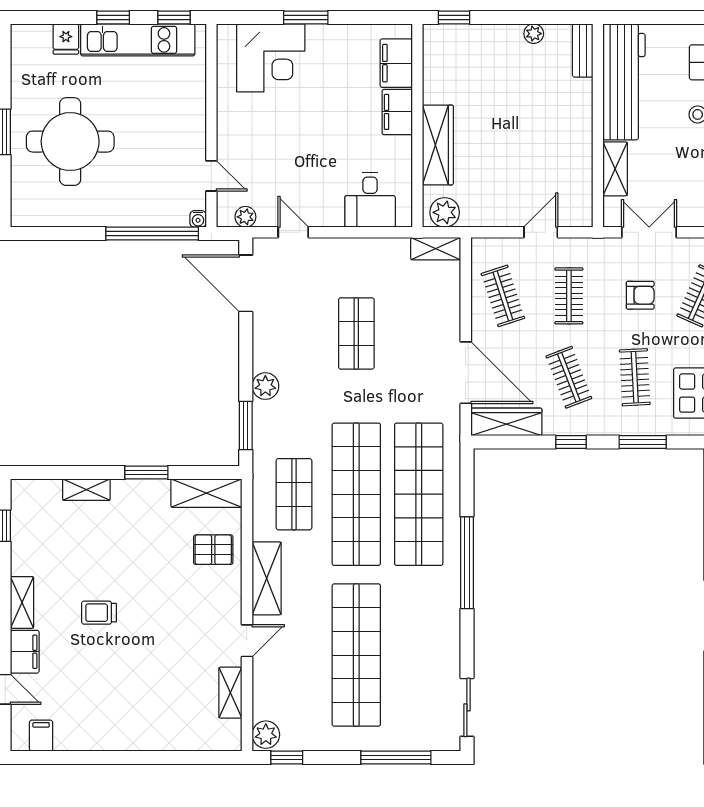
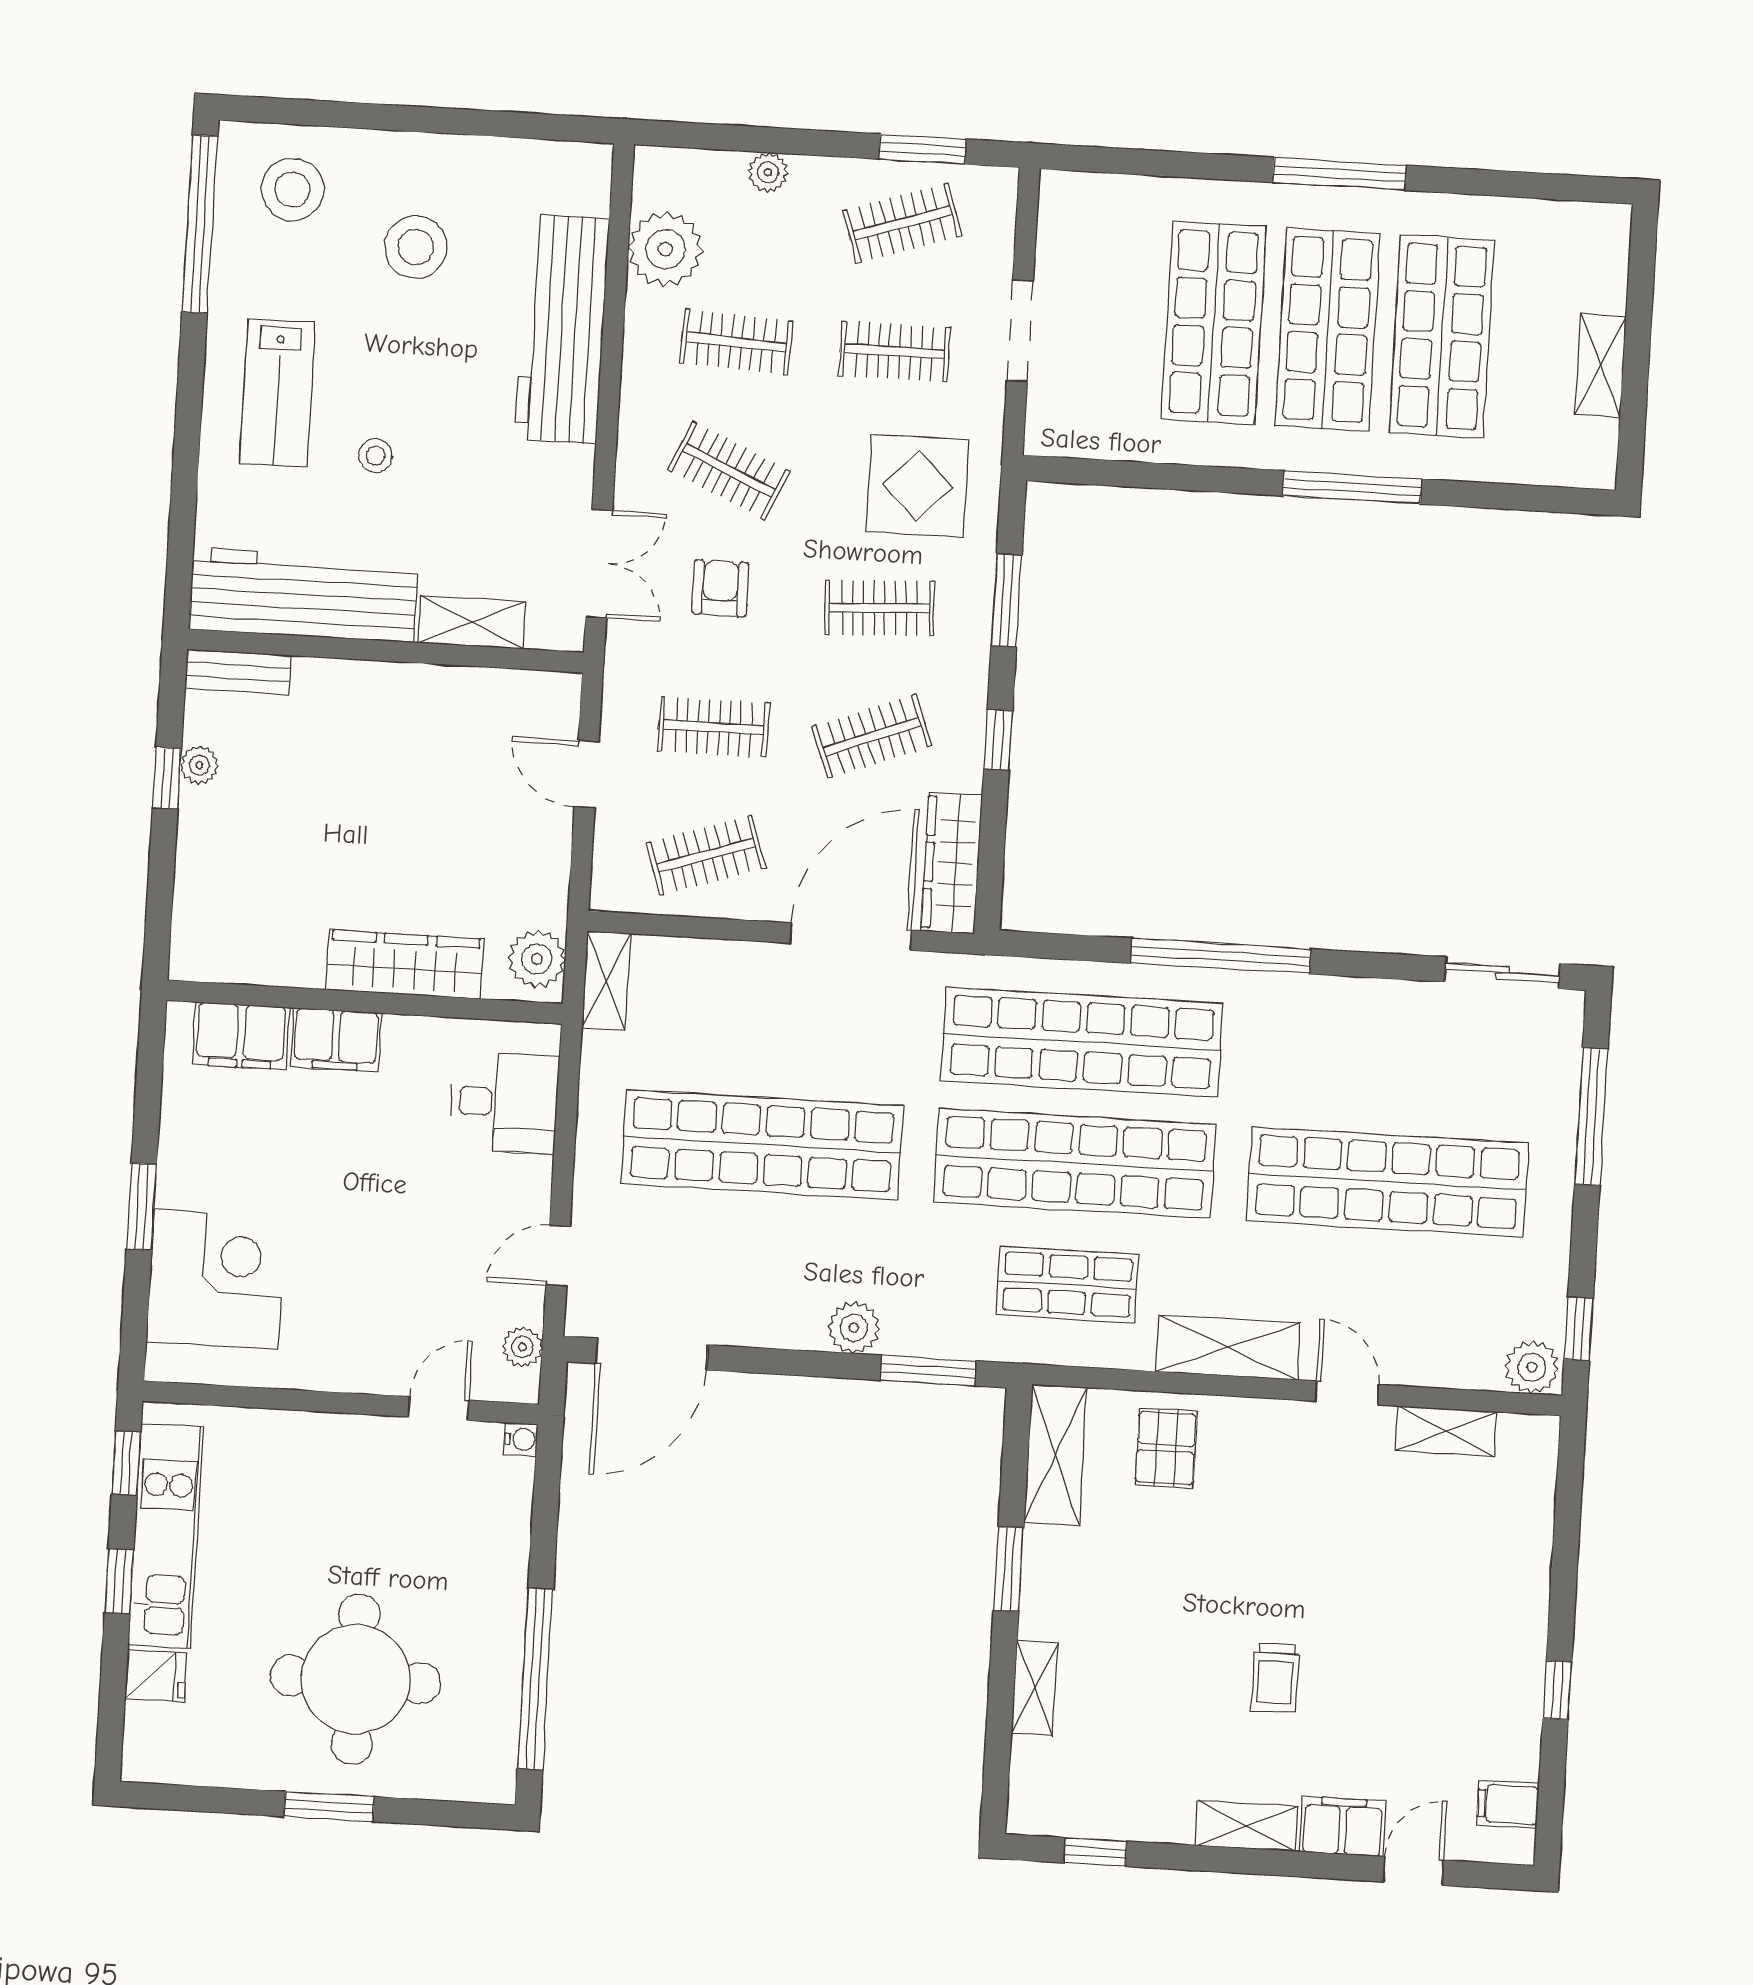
window: (454, 17) -> (167, 778), moved
double door: (649, 232) -> (599, 564), swing flipped
window: (152, 234) -> (535, 1679), moved
shop shelf: (356, 333) -> (762, 1145), width x2.00, depth x1.36
window: (101, 757) -> (1557, 1690), added

